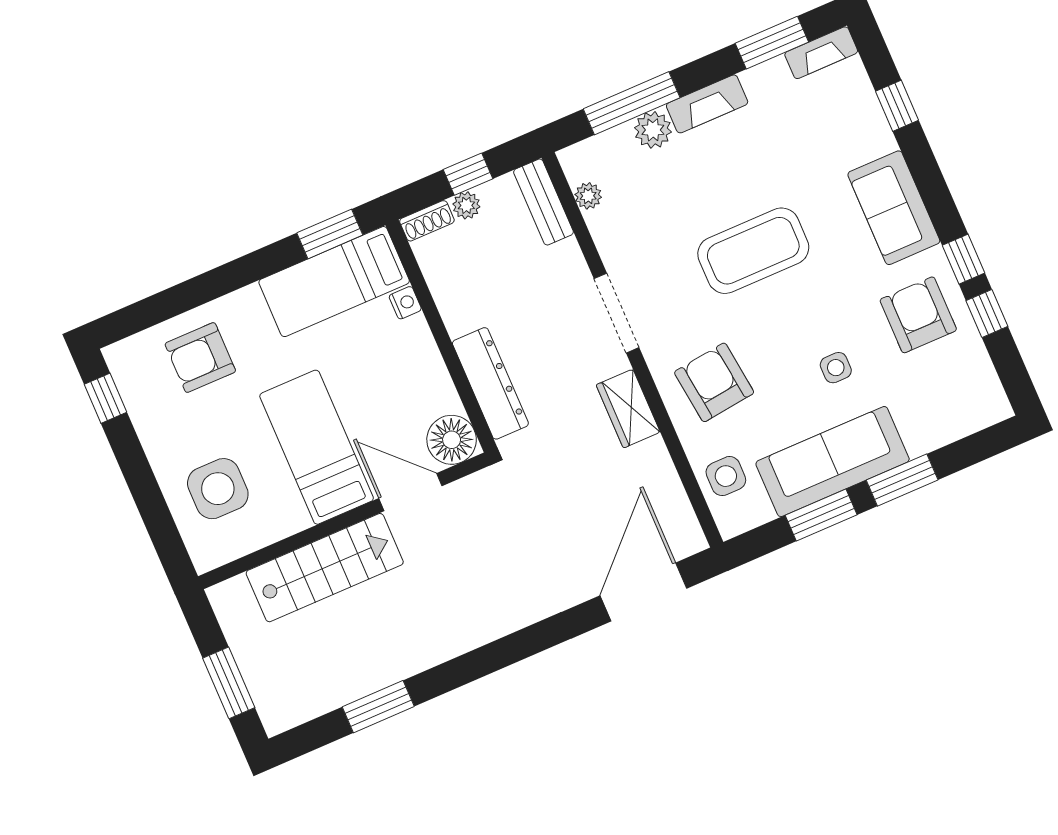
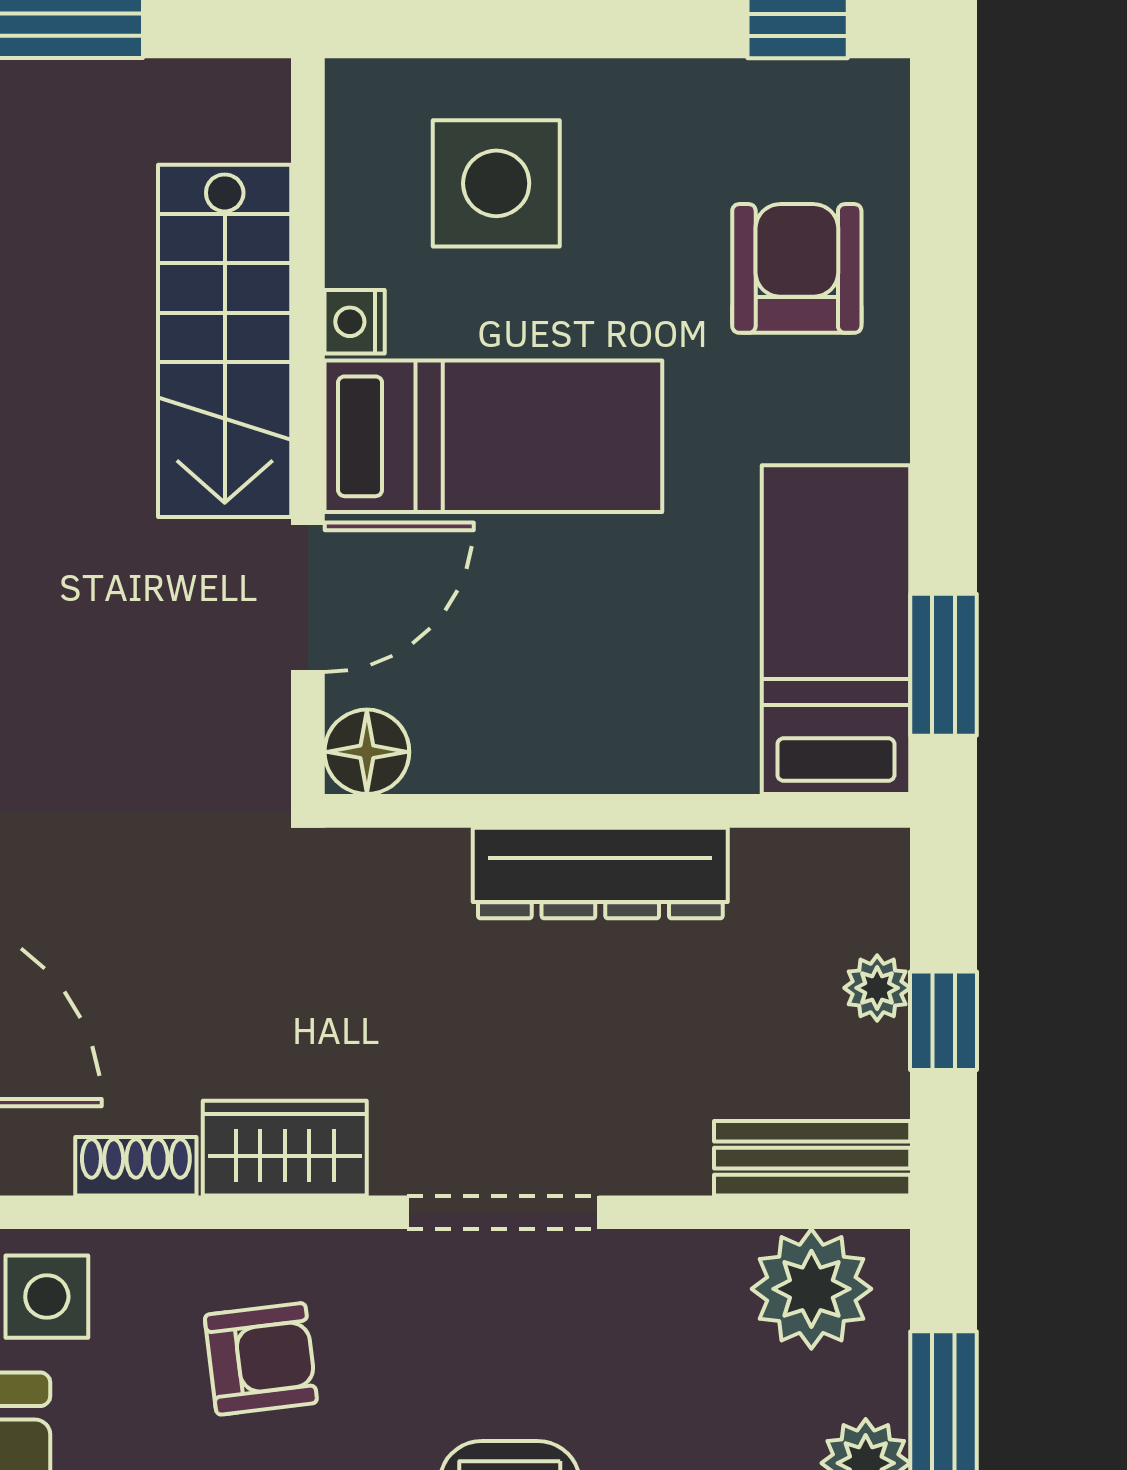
plant: (588, 196) -> (811, 1289), width x1.88, depth x1.88
shoe rack: (427, 221) -> (136, 1166), moved, turned 90
nightstand: (405, 303) -> (355, 322), moved, turned 90
armchair: (714, 382) -> (261, 1359), width x0.72, depth x0.72
dresser: (490, 383) -> (600, 873), moved
floor lamp: (452, 440) -> (367, 752), width x0.73, depth x0.73

